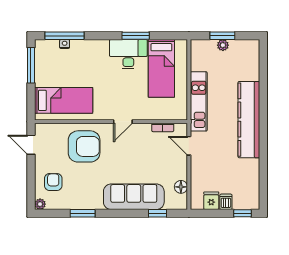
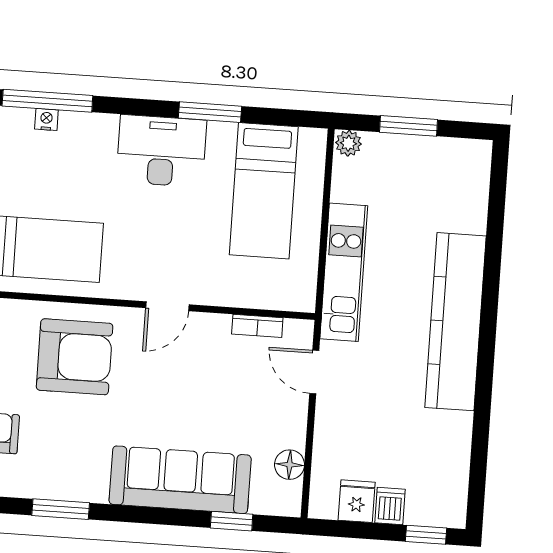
plant: (223, 45) -> (348, 143), moved
desk: (128, 54) -> (161, 151), moved

